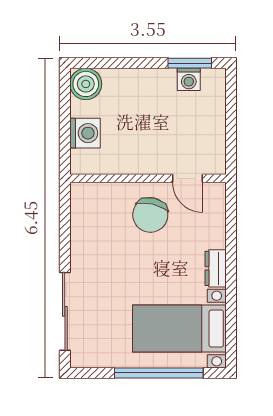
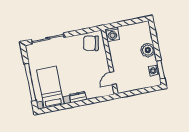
boiler: (86, 84) -> (148, 50), moved
washing machine: (85, 133) -> (112, 34), moved
chair: (150, 215) -> (91, 43), moved

